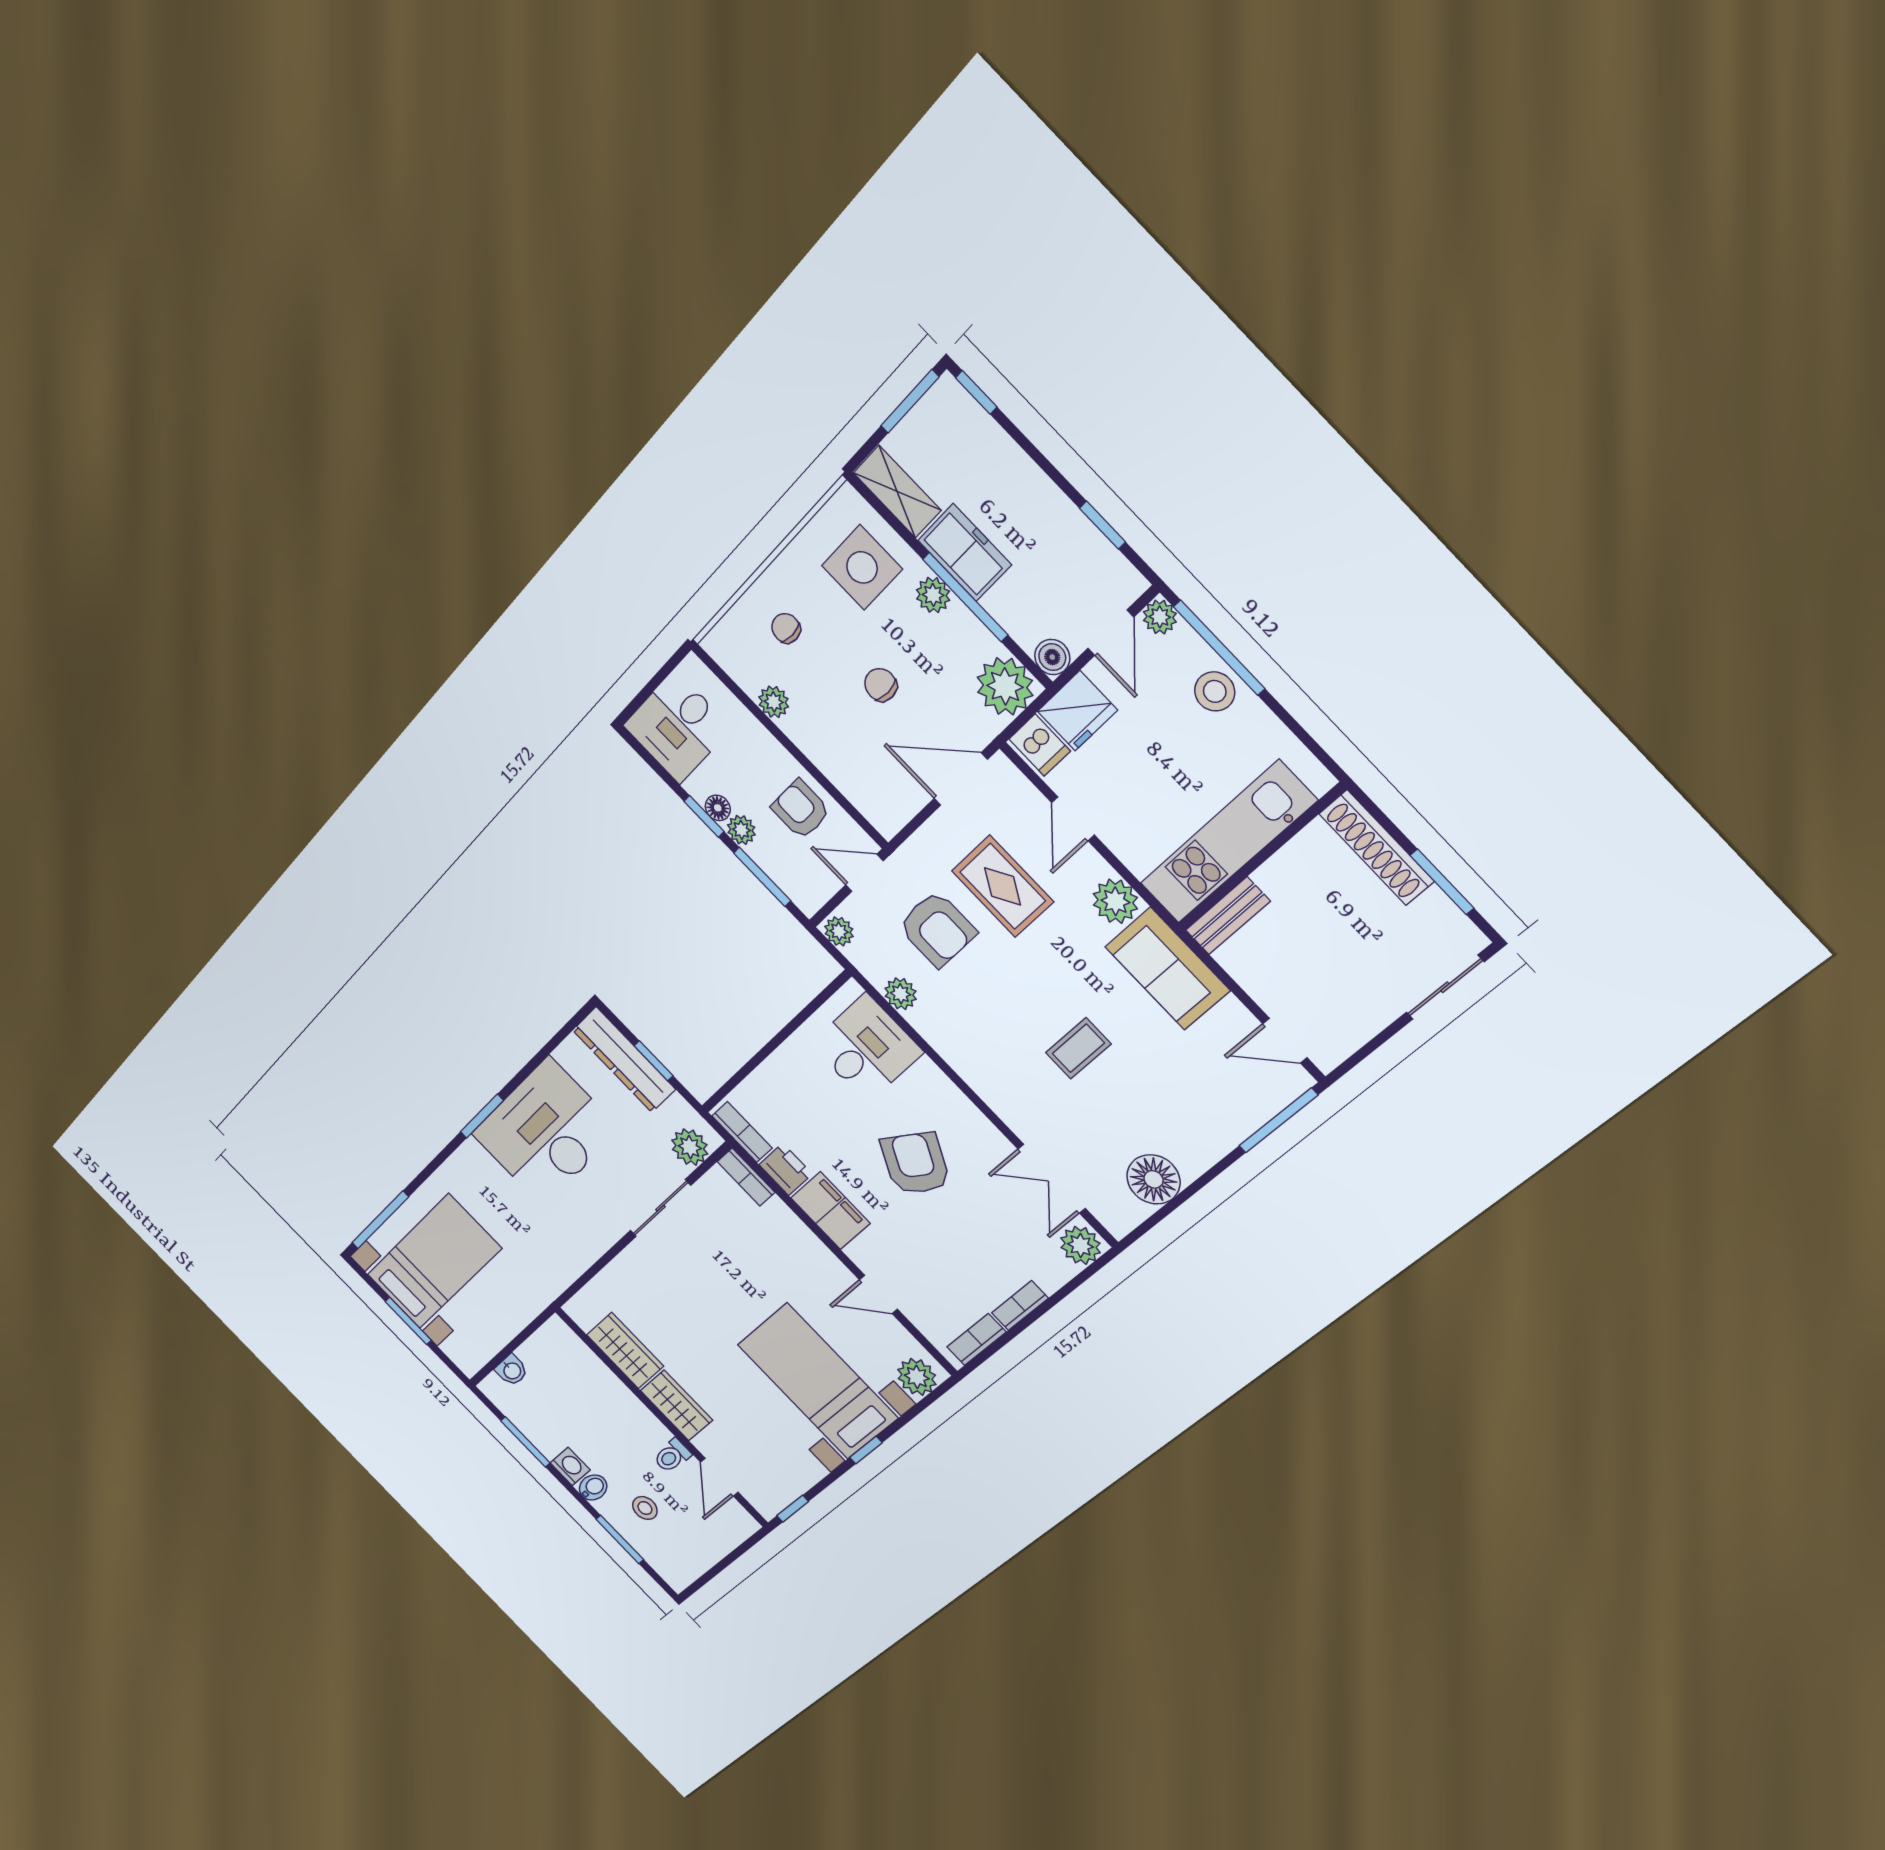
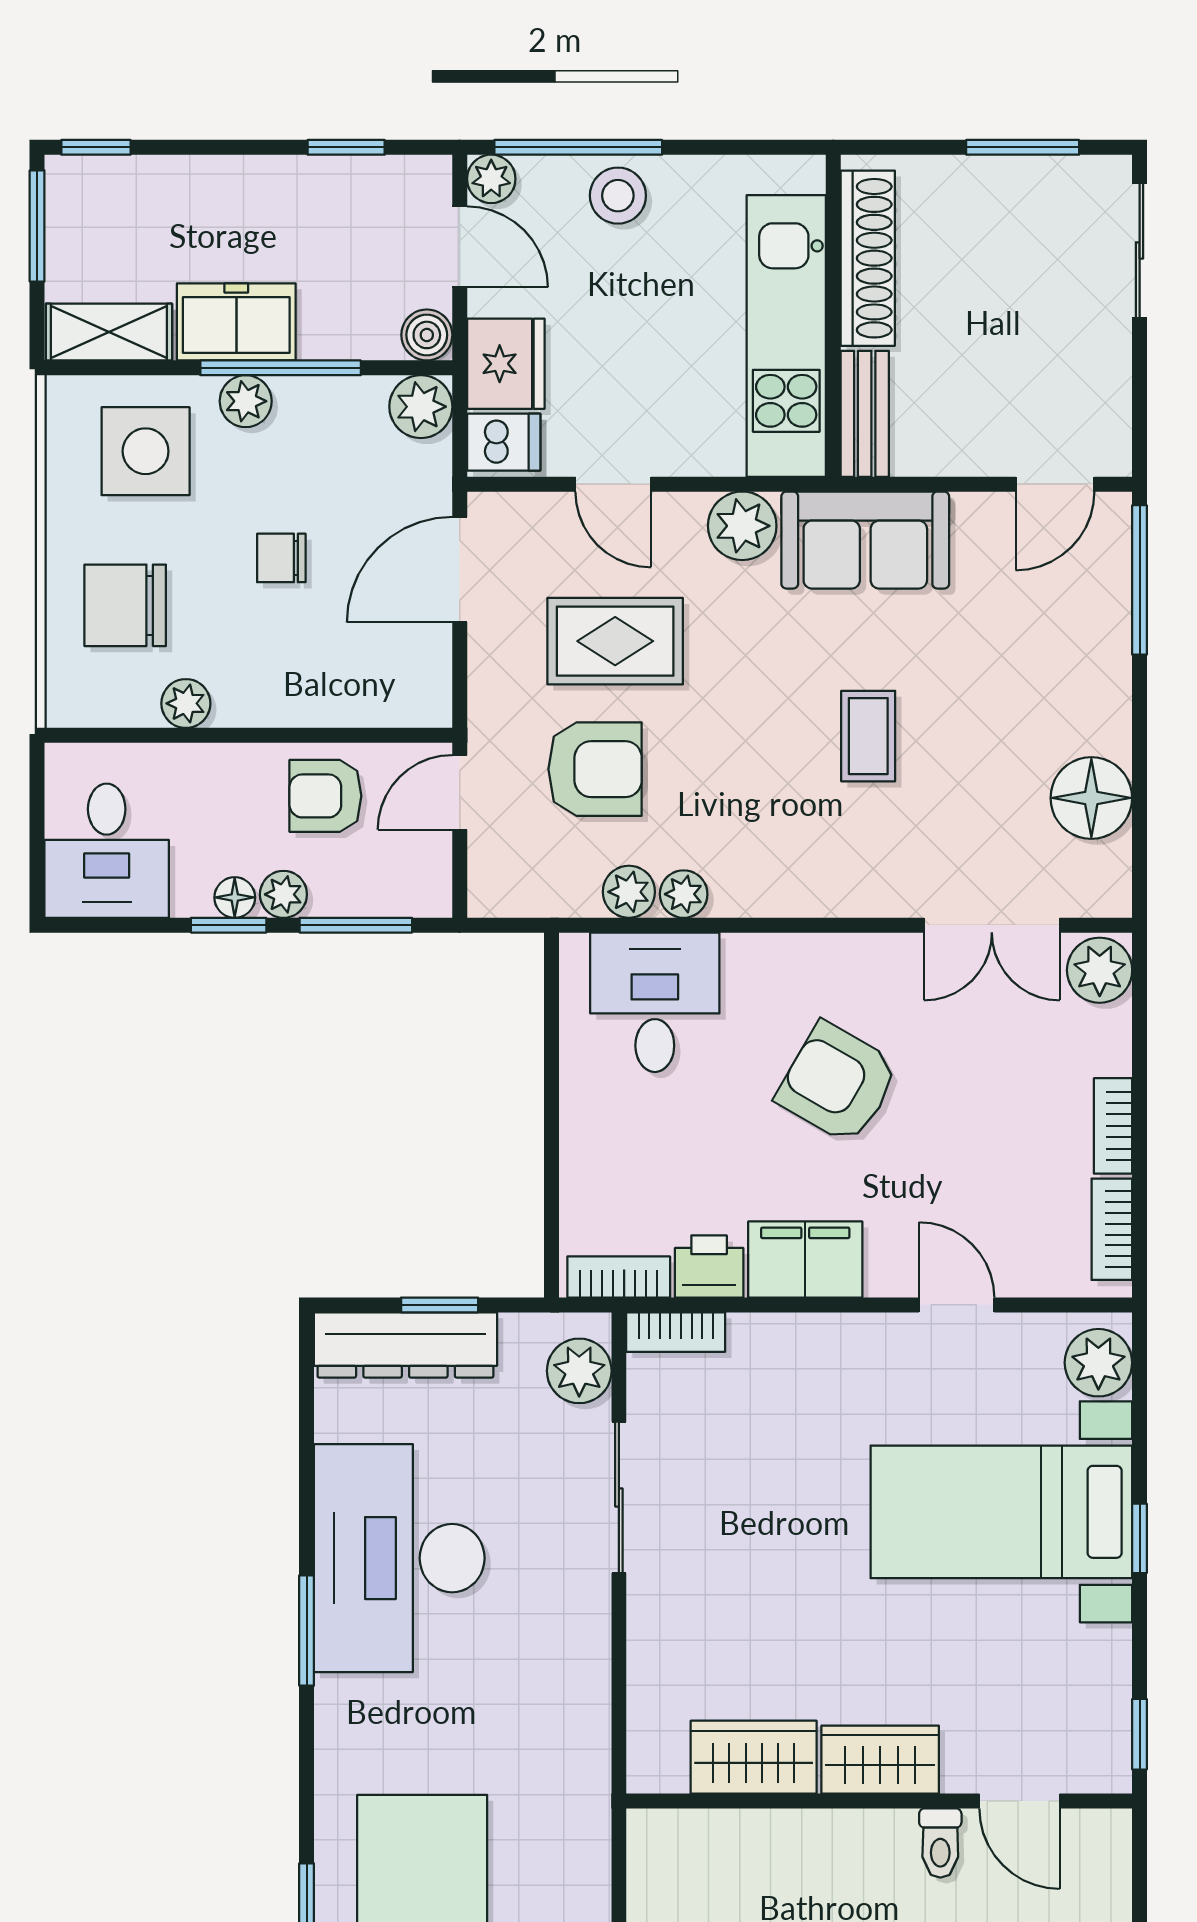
chair: (786, 628) -> (125, 605), width x1.87, depth x1.87
plant: (1005, 686) -> (421, 407), width x0.73, depth x0.73
shoe rack: (1377, 848) -> (868, 258), moved, turned -90
plant: (839, 931) -> (684, 894), moved
door: (878, 1294) -> (957, 1305), swing flipped

